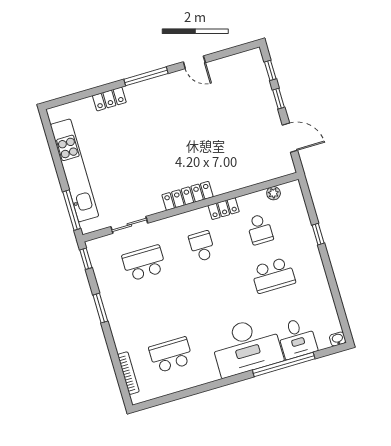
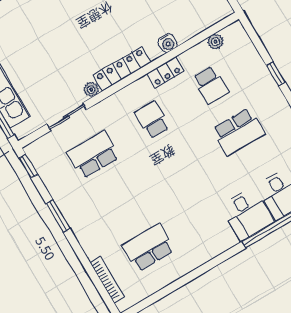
water cooler: (232, 184) -> (168, 43), added
plant: (156, 207) -> (91, 90), added
desk: (246, 347) -> (247, 214), width x0.53, depth x0.77

